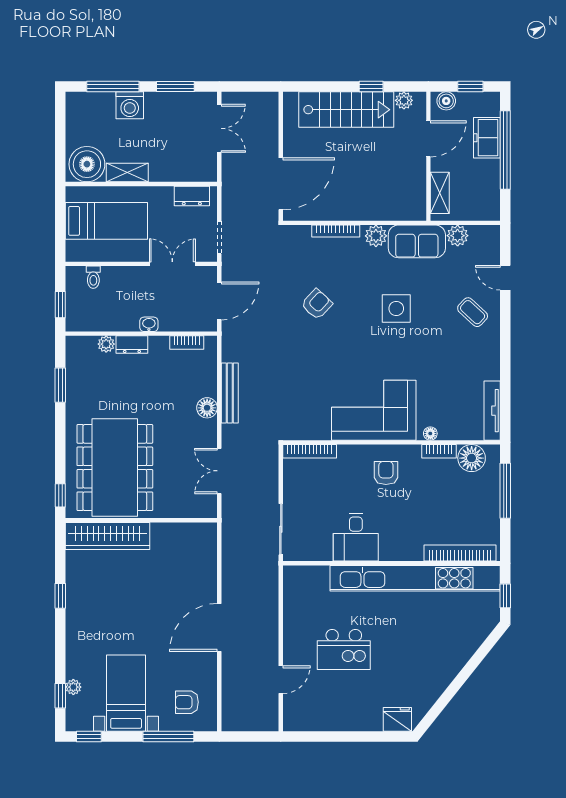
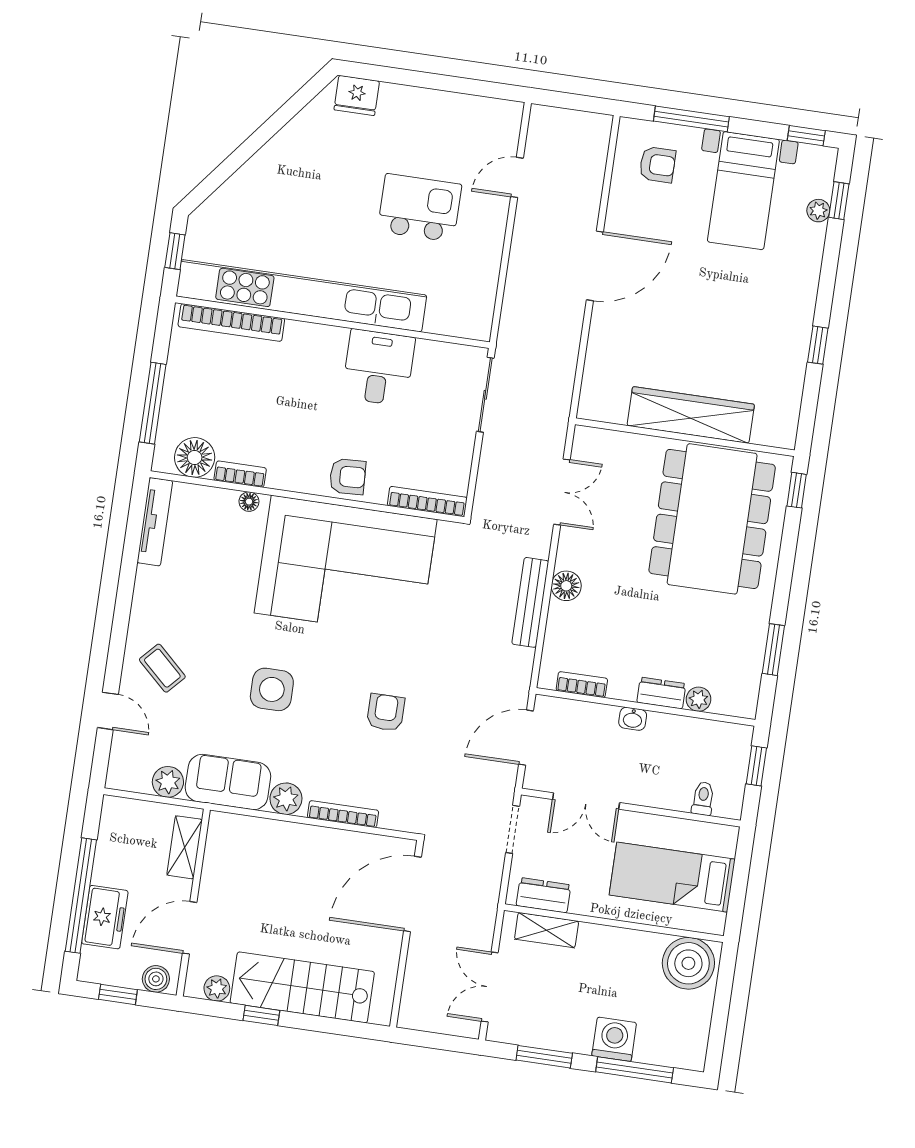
shelving: (127, 173) -> (547, 930), moved
armchair: (317, 304) -> (386, 712), turned 137
corner sofa: (374, 410) -> (346, 566), width x1.36, depth x1.36
armchair: (386, 473) -> (348, 477), moved, turned -93
wardrobe: (108, 536) -> (691, 415), moved

